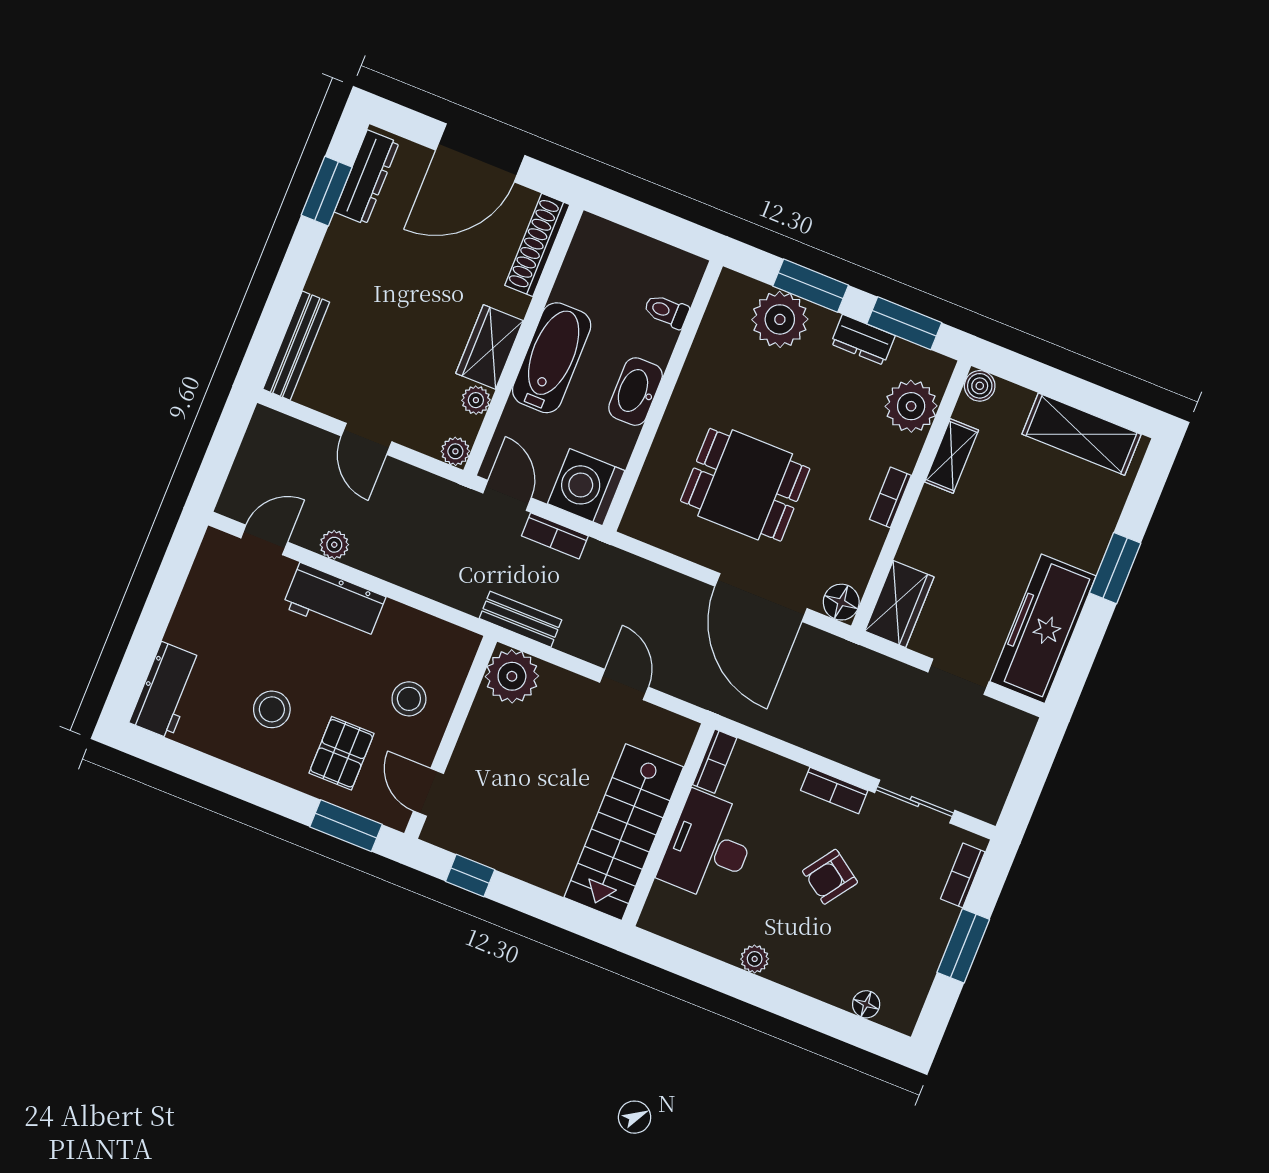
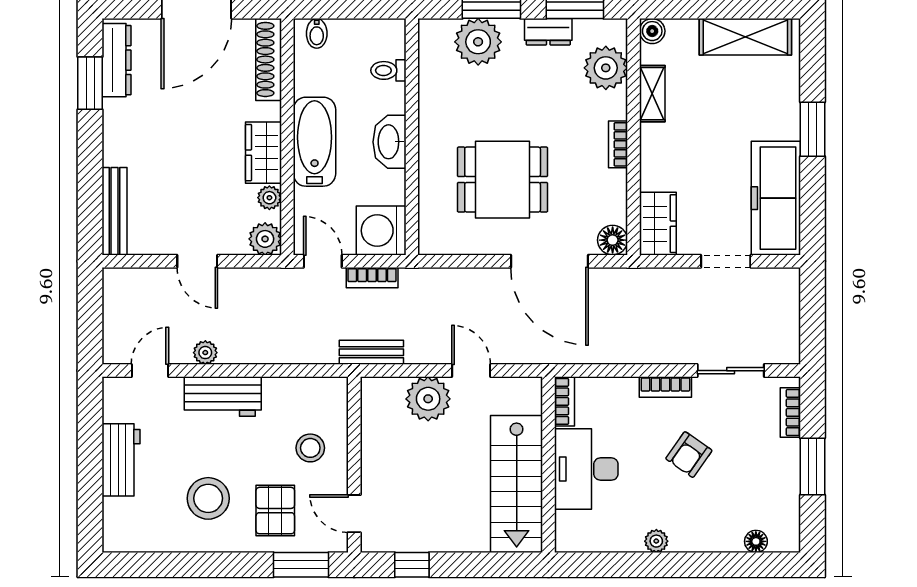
bidet: (603, 237) -> (317, 33), added
plant: (455, 451) -> (265, 239), width x1.38, depth x1.38
plant: (512, 676) -> (428, 399), moved
workbench: (166, 690) -> (121, 460), moved
stool: (272, 709) -> (208, 498), width x1.38, depth x1.38

